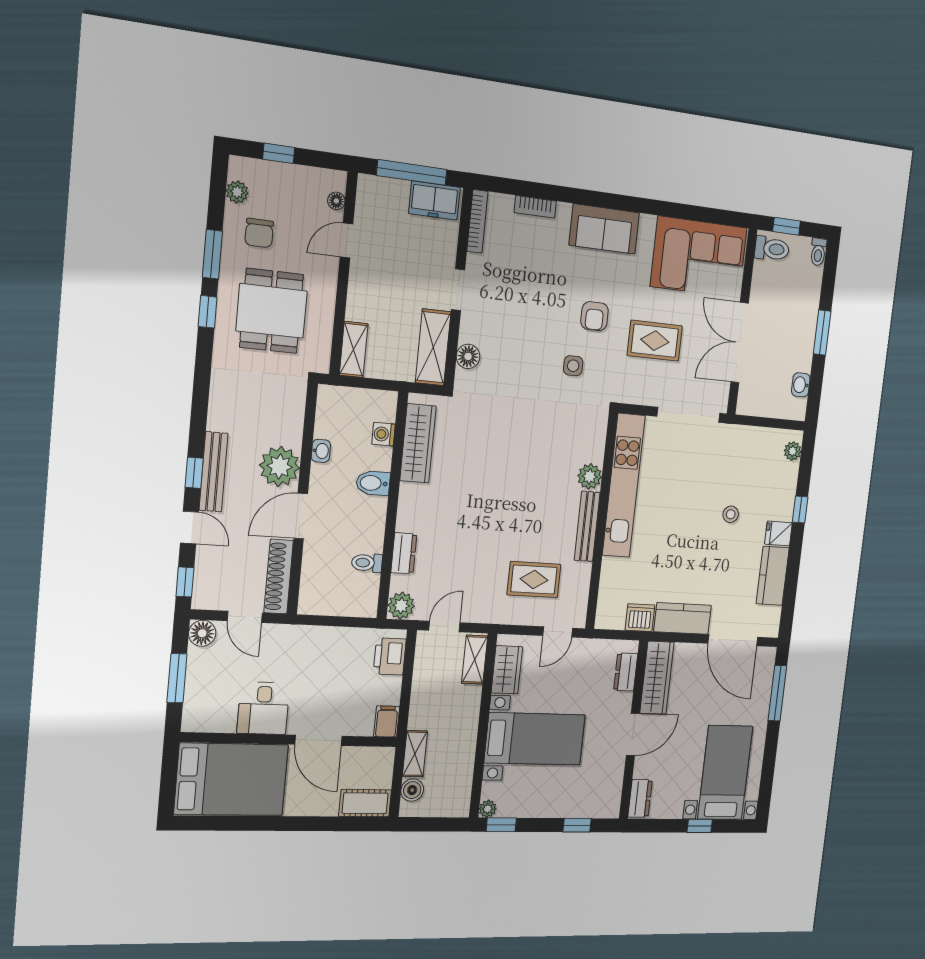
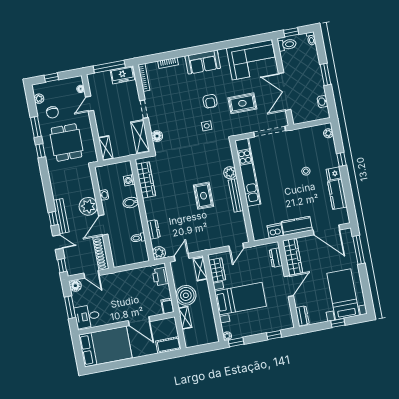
rug: (534, 580) -> (203, 196), moved, turned 90
desk: (263, 708) -> (87, 316), moved, turned 90
boiler: (412, 790) -> (186, 295), moved, width x1.86, depth x1.86

